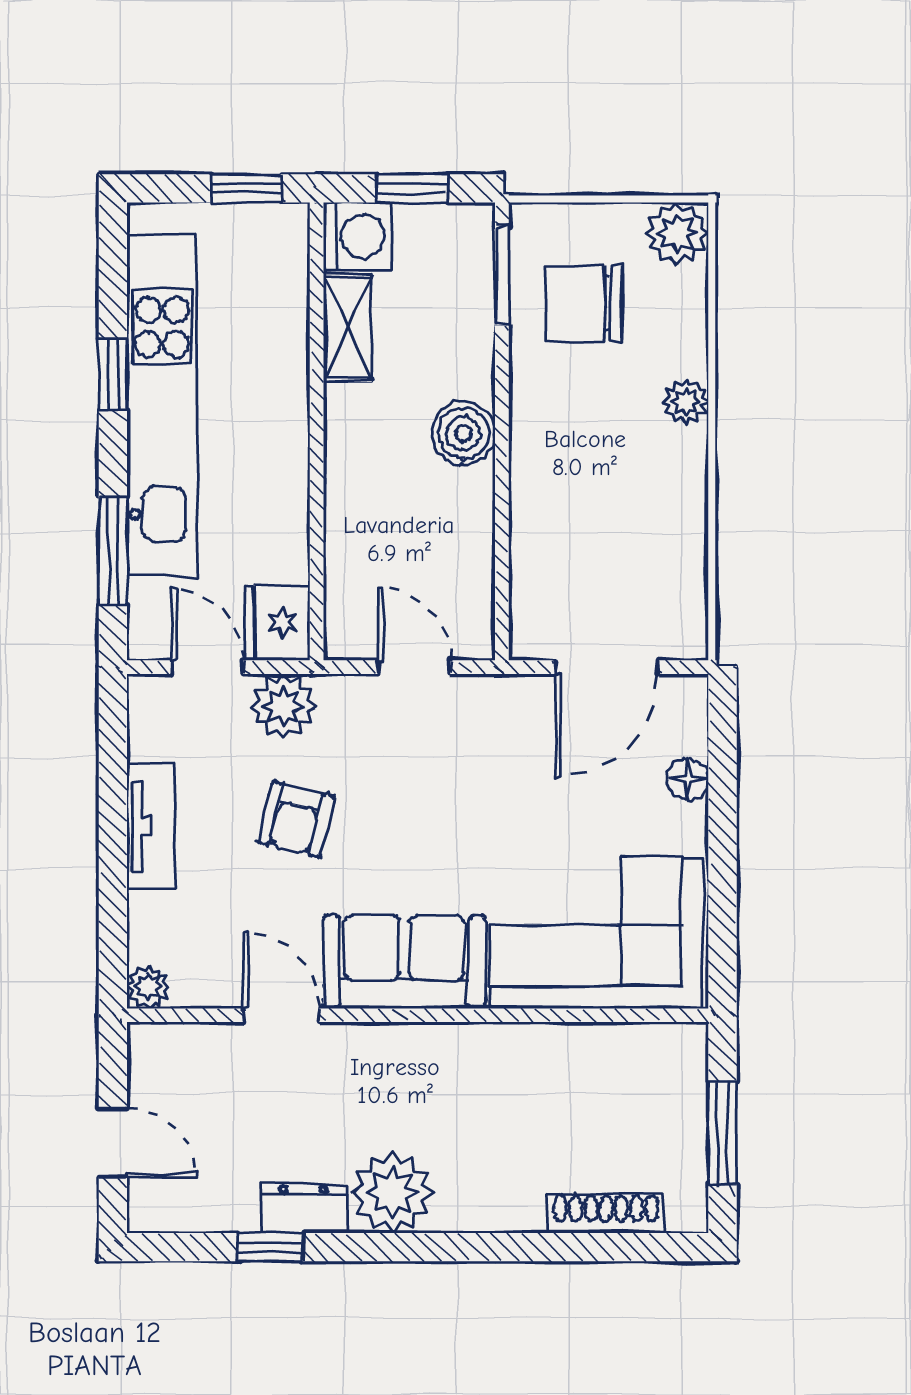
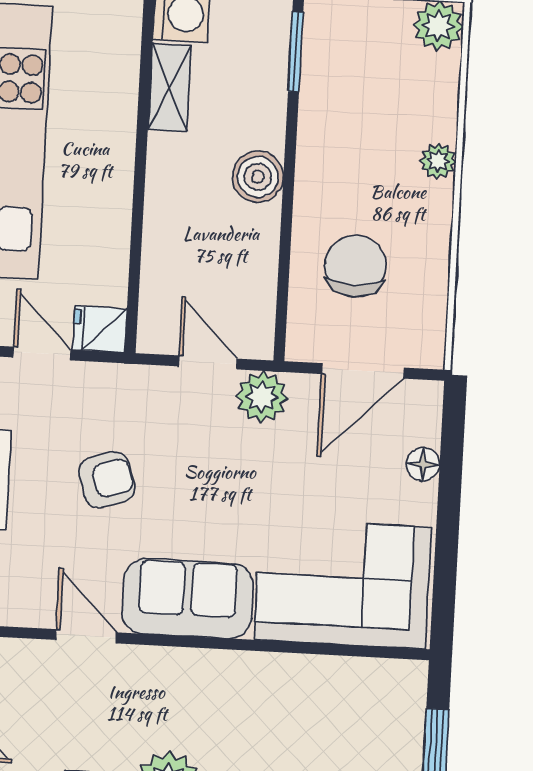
chair: (584, 303) -> (355, 266), moved, turned 90
fridge: (277, 623) -> (100, 329), width x0.72
plant: (283, 706) -> (262, 397), moved
armchair: (296, 819) -> (107, 480), turned -122

